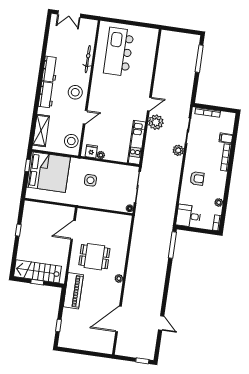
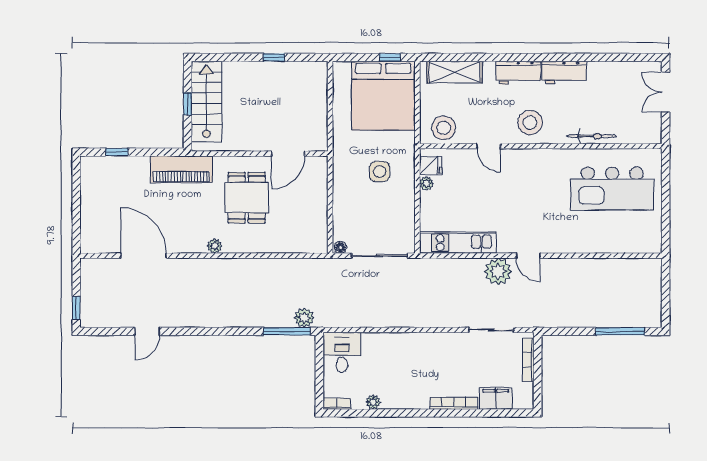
kitchen island: (119, 52) -> (612, 189), turned 180
filing cabinet: (226, 138) -> (496, 398), width x2.00
plant: (178, 150) -> (304, 318), moved
armchair: (197, 178) -> (410, 358), removed
door: (73, 230) -> (288, 154), swing flipped

